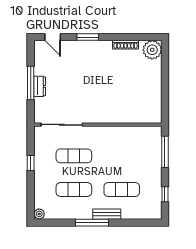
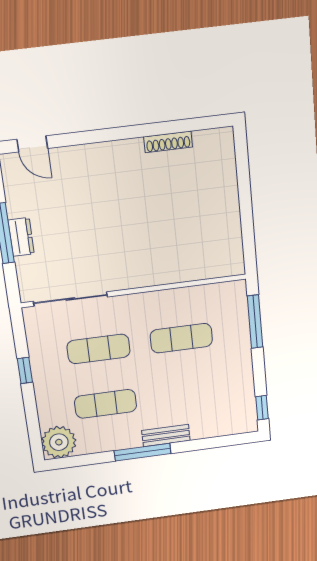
window: (88, 37) -> (97, 136), removed
plant: (152, 50) -> (218, 146), removed
exercise mat: (122, 189) -> (181, 338), moved
window: (165, 194) -> (262, 408), moved
plant: (39, 214) -> (59, 442), width x1.88, depth x1.88

